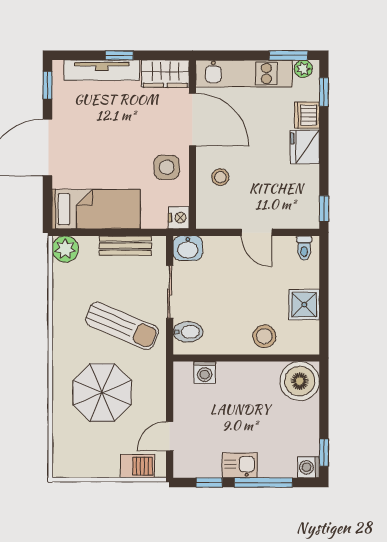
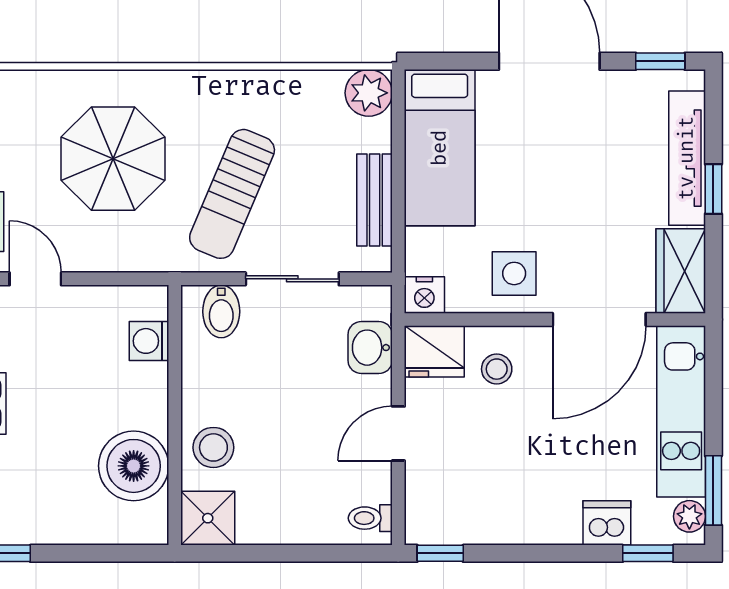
fridge: (305, 147) -> (434, 351), moved, turned 180
washbasin: (188, 248) -> (370, 348), moved
shower: (304, 305) -> (208, 518), moved
boiler: (300, 381) -> (134, 466), moved

